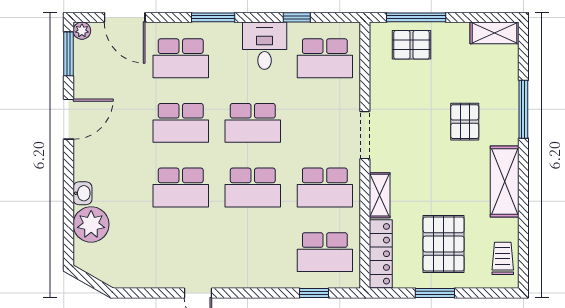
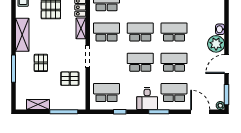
shelving: (494, 33) -> (38, 104), moved
pallet: (412, 45) -> (70, 79), moved
desk: (265, 46) -> (147, 98), moved
plant: (91, 224) -> (216, 44), moved

